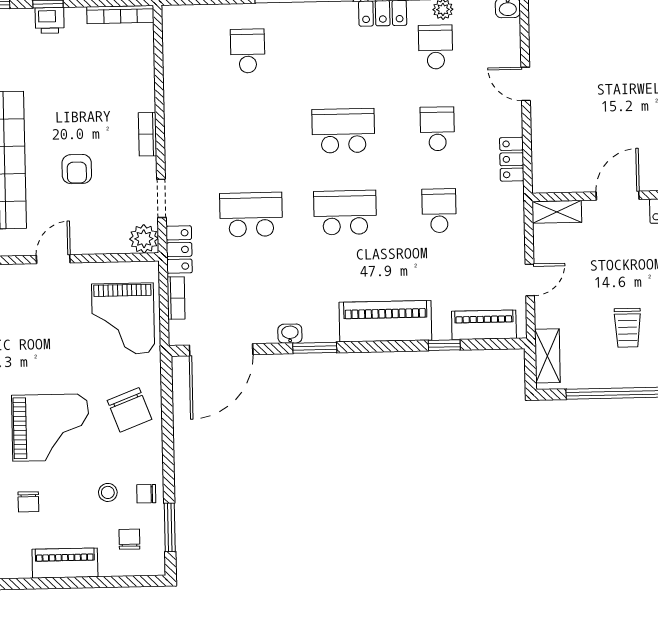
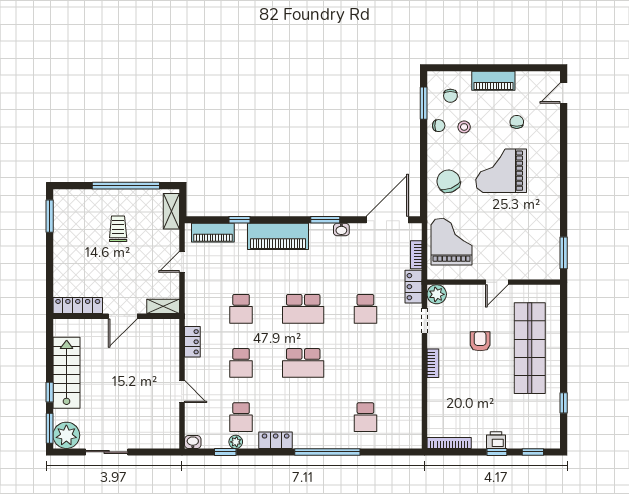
school desk: (251, 215) -> (365, 309), width x0.54

